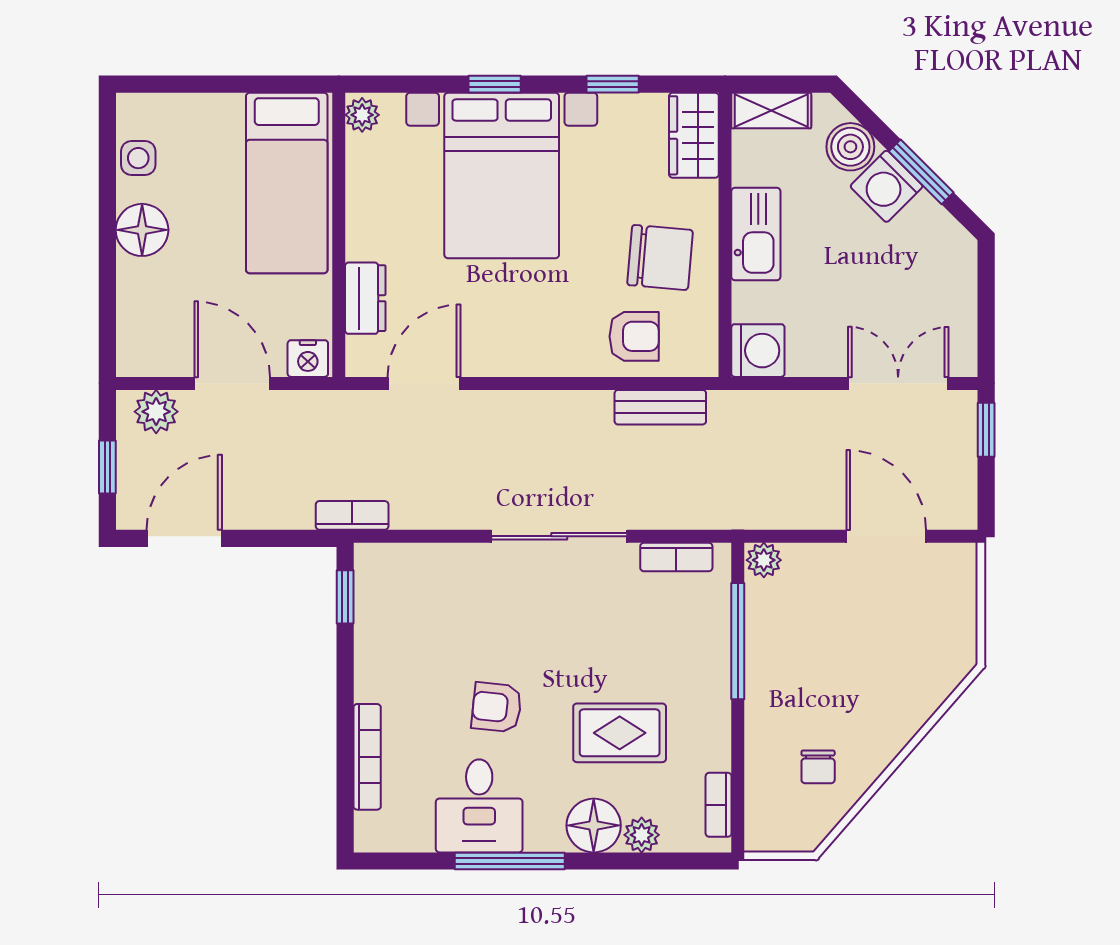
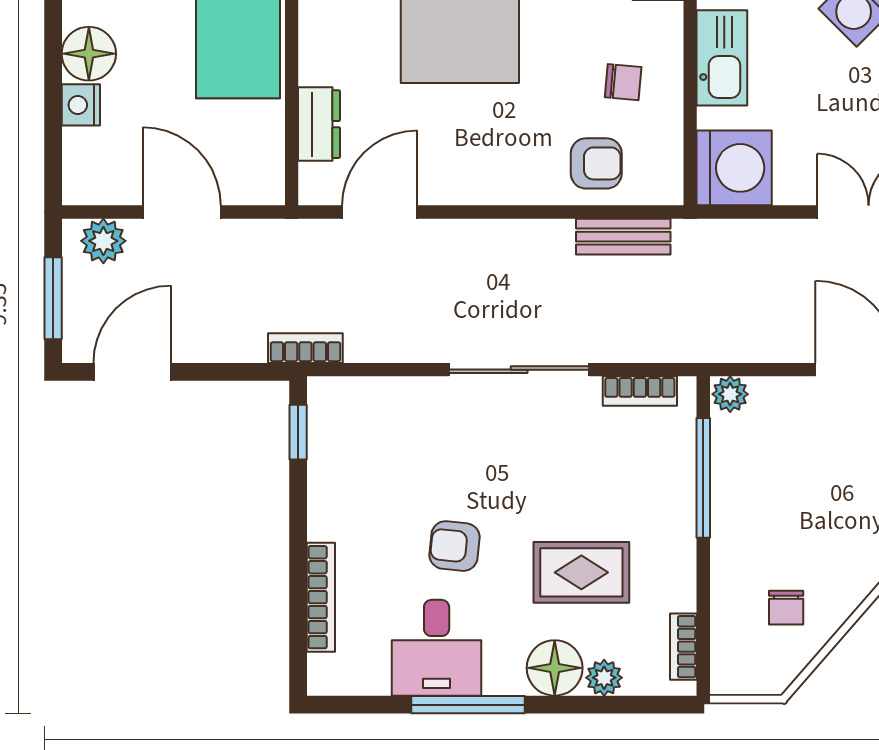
chair: (660, 257) -> (623, 82), width x0.54, depth x0.54
washing machine: (758, 351) -> (734, 168), width x1.37, depth x1.37
nightstand: (308, 359) -> (81, 105), moved, turned 90
window: (107, 467) -> (53, 298), width x1.50

